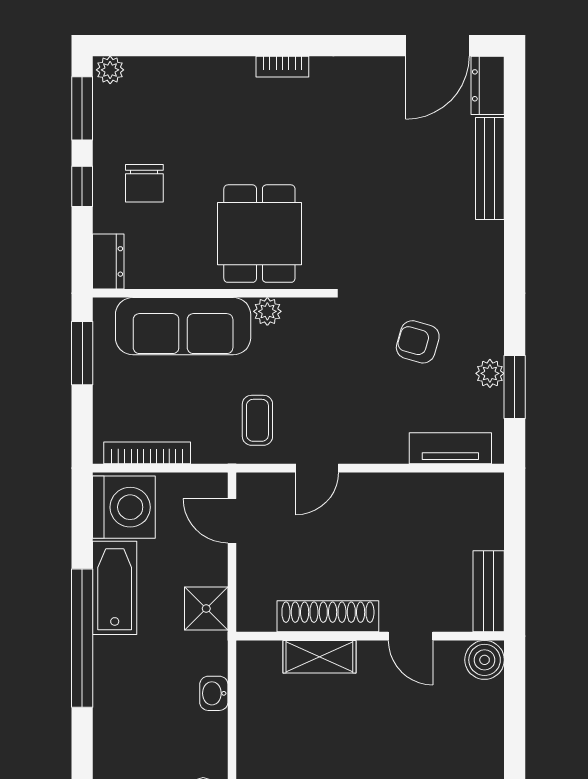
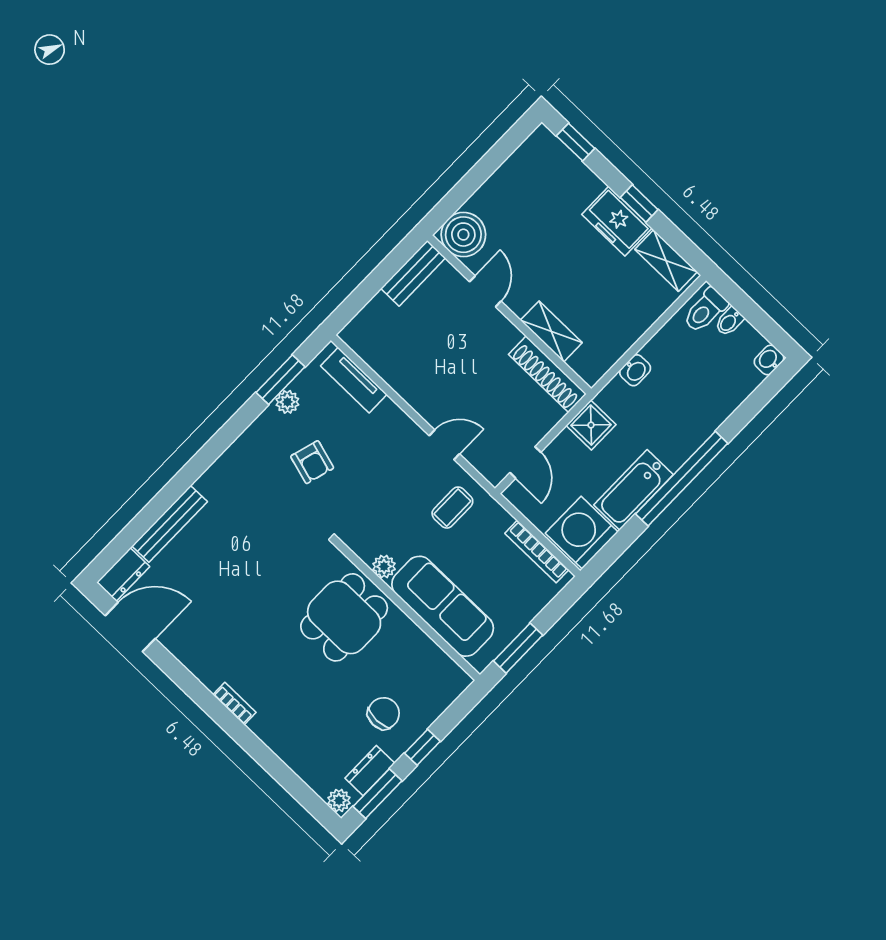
dresser: (108, 261) -> (370, 771), moved
shoe rack: (328, 616) -> (547, 374), moved
boiler: (485, 660) -> (463, 235), width x1.37, depth x1.37

